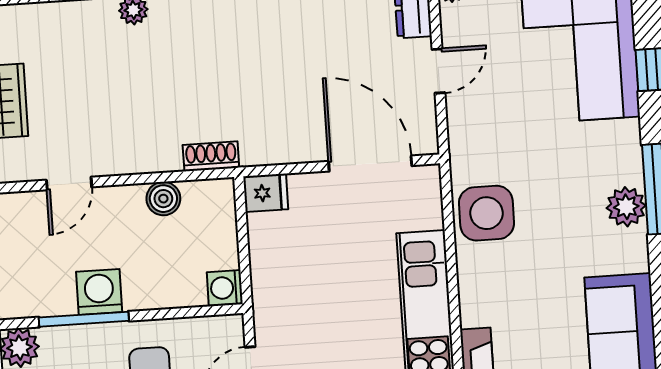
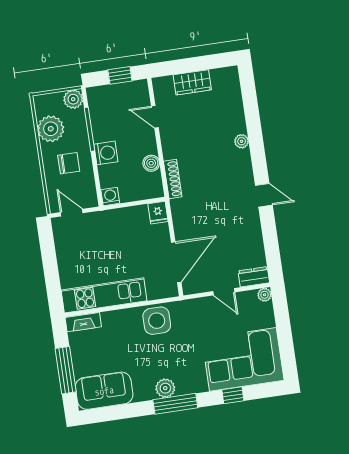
shoe rack: (211, 156) -> (173, 179), width x1.43
washing machine: (99, 292) -> (106, 153), moved

